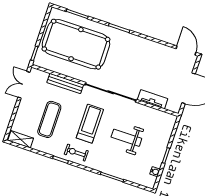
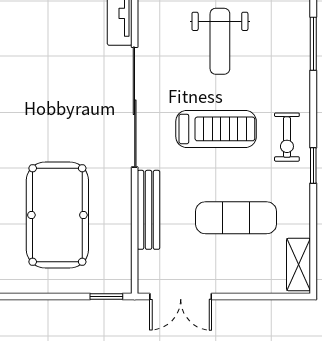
pool table: (76, 44) -> (57, 215), width x0.73, depth x0.76
treadmill: (90, 124) -> (216, 129), turned 180

